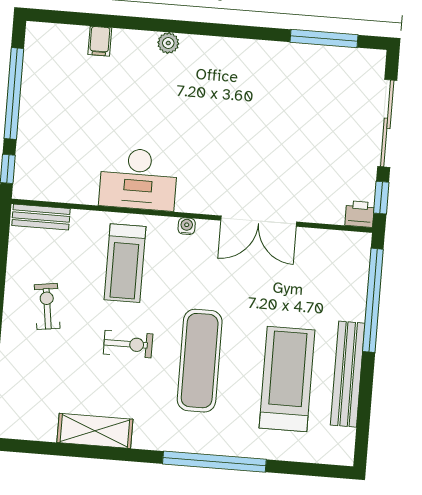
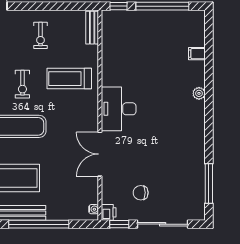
chair: (330, 157) -> (141, 193), added
desk: (138, 179) -> (119, 109), moved
water cooler: (187, 226) -> (94, 209), moved
window: (373, 300) -> (39, 224), moved
exercise bike: (47, 306) -> (41, 35), turned 98

